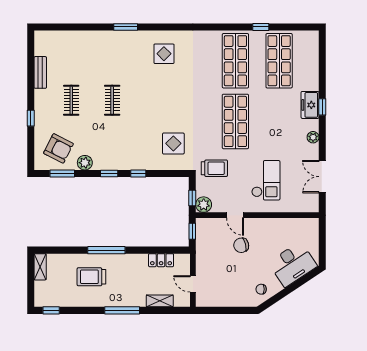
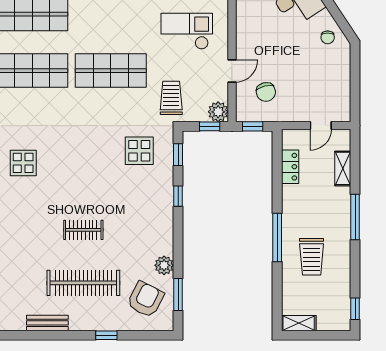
clothes rail: (71, 100) -> (83, 283), width x1.86, depth x1.31
window: (109, 173) -> (178, 155), moved
chair: (241, 245) -> (266, 92), moved

